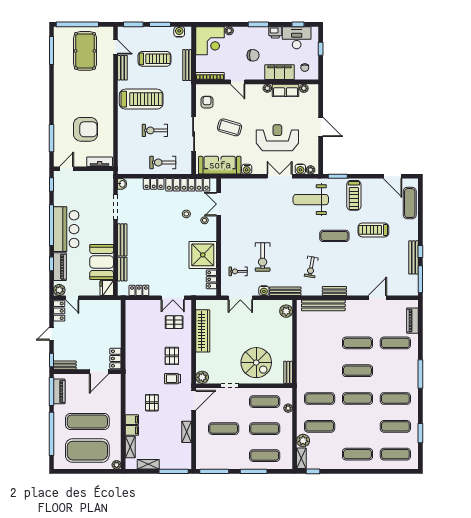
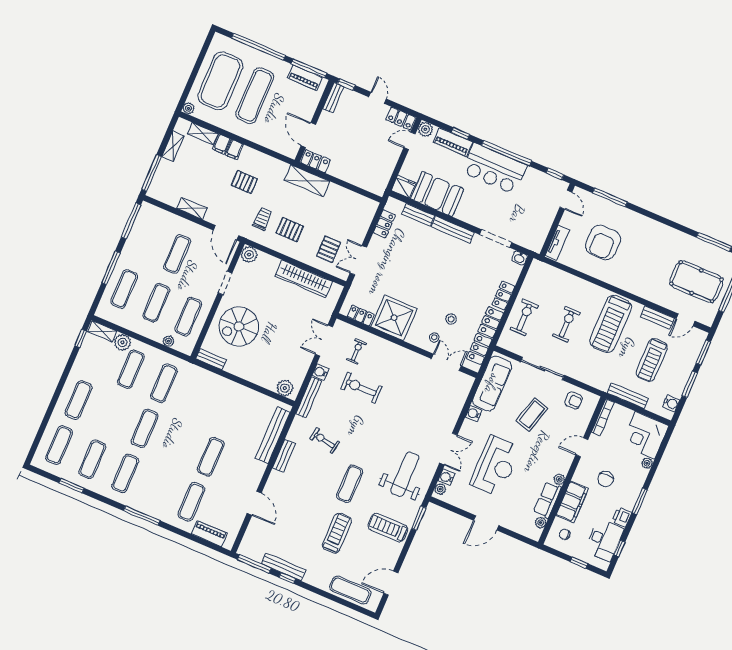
shelving: (132, 359) -> (307, 181), added
exercise mat: (357, 371) -> (178, 443), removed

